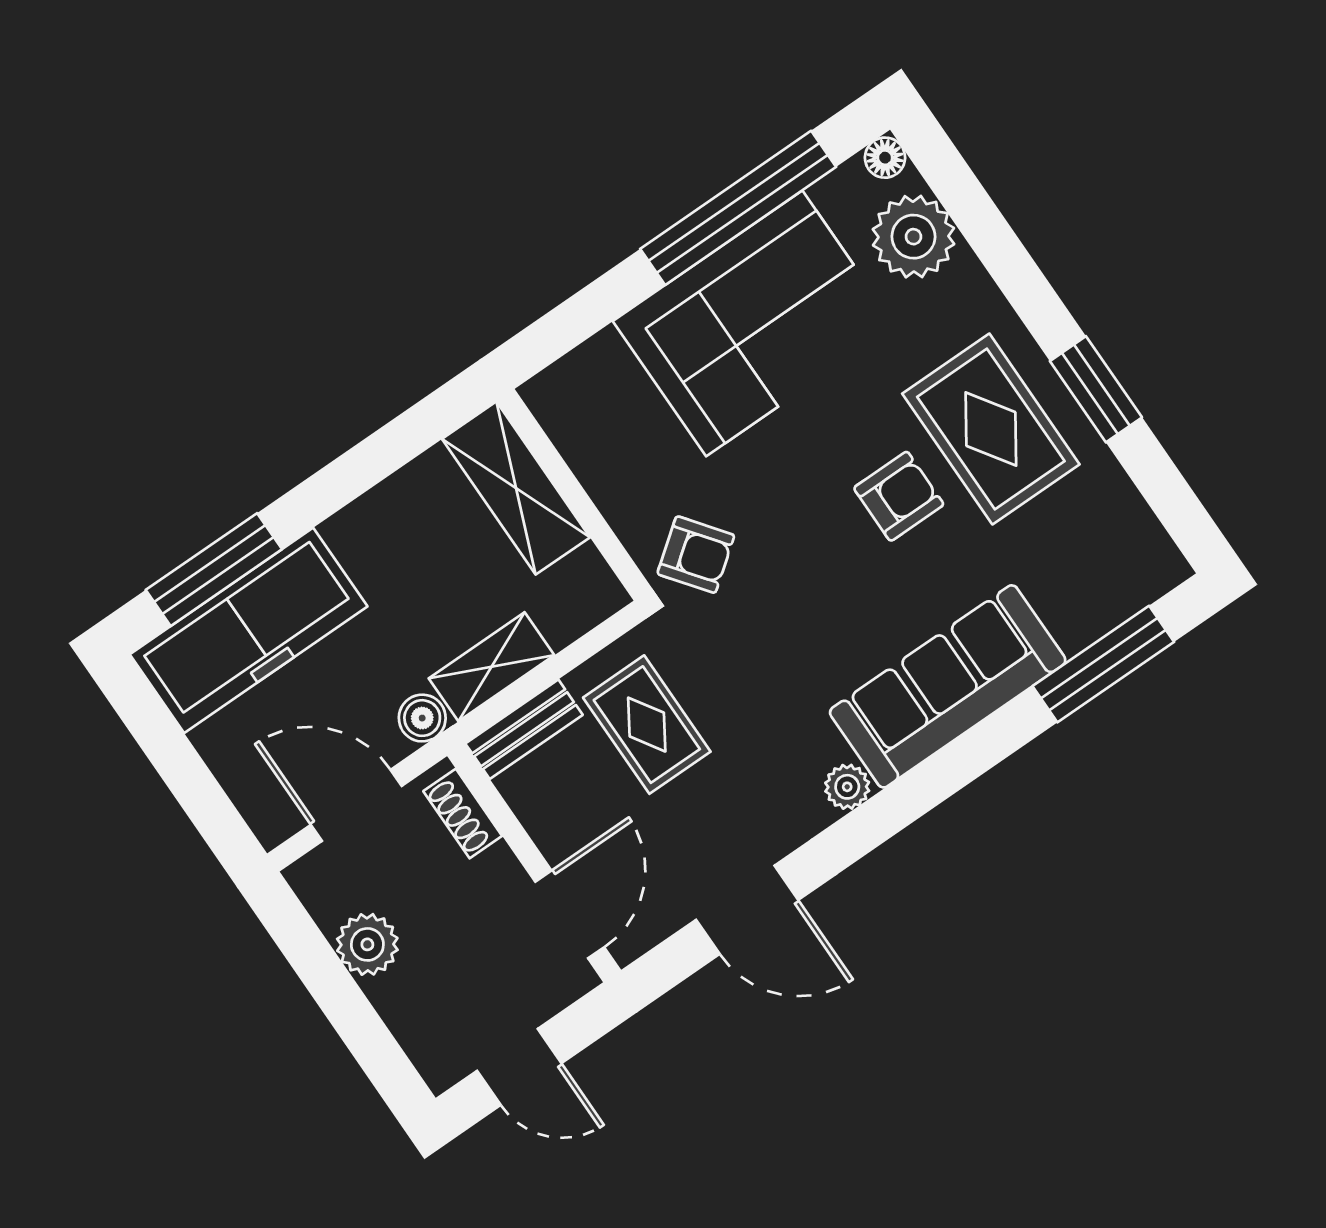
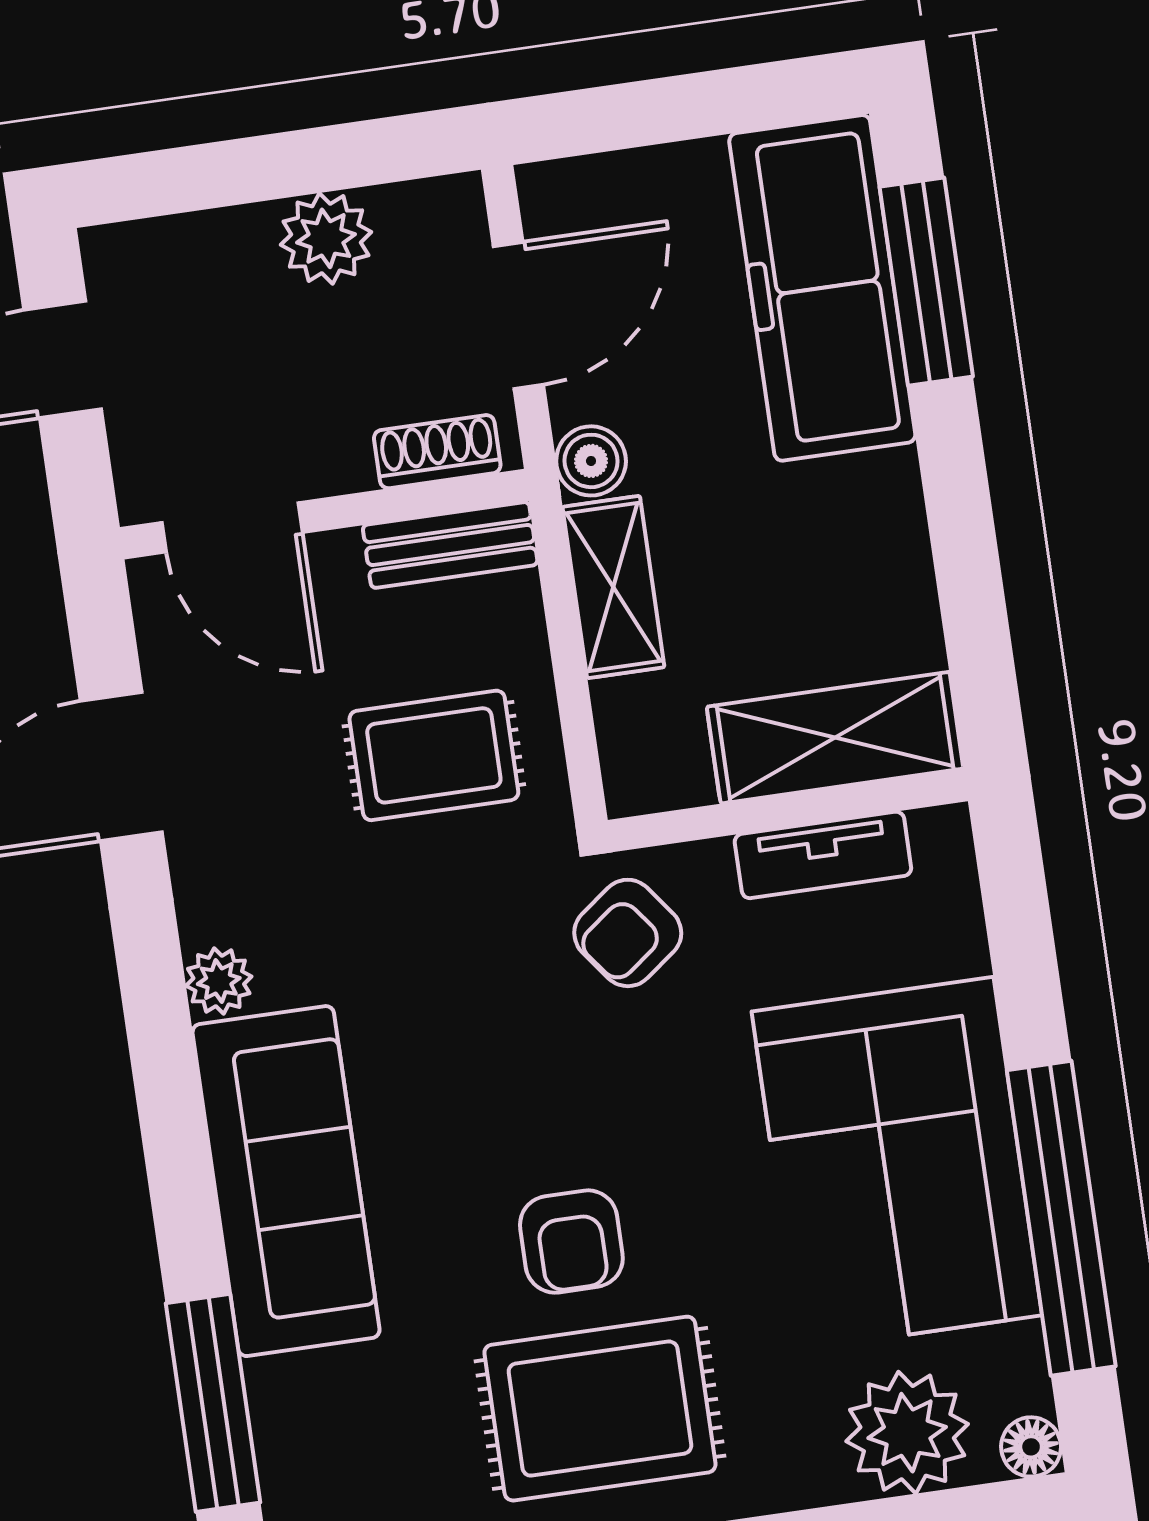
tv unit: (590, 460) -> (823, 855), added
bench: (524, 729) -> (450, 545), moved, turned 90

